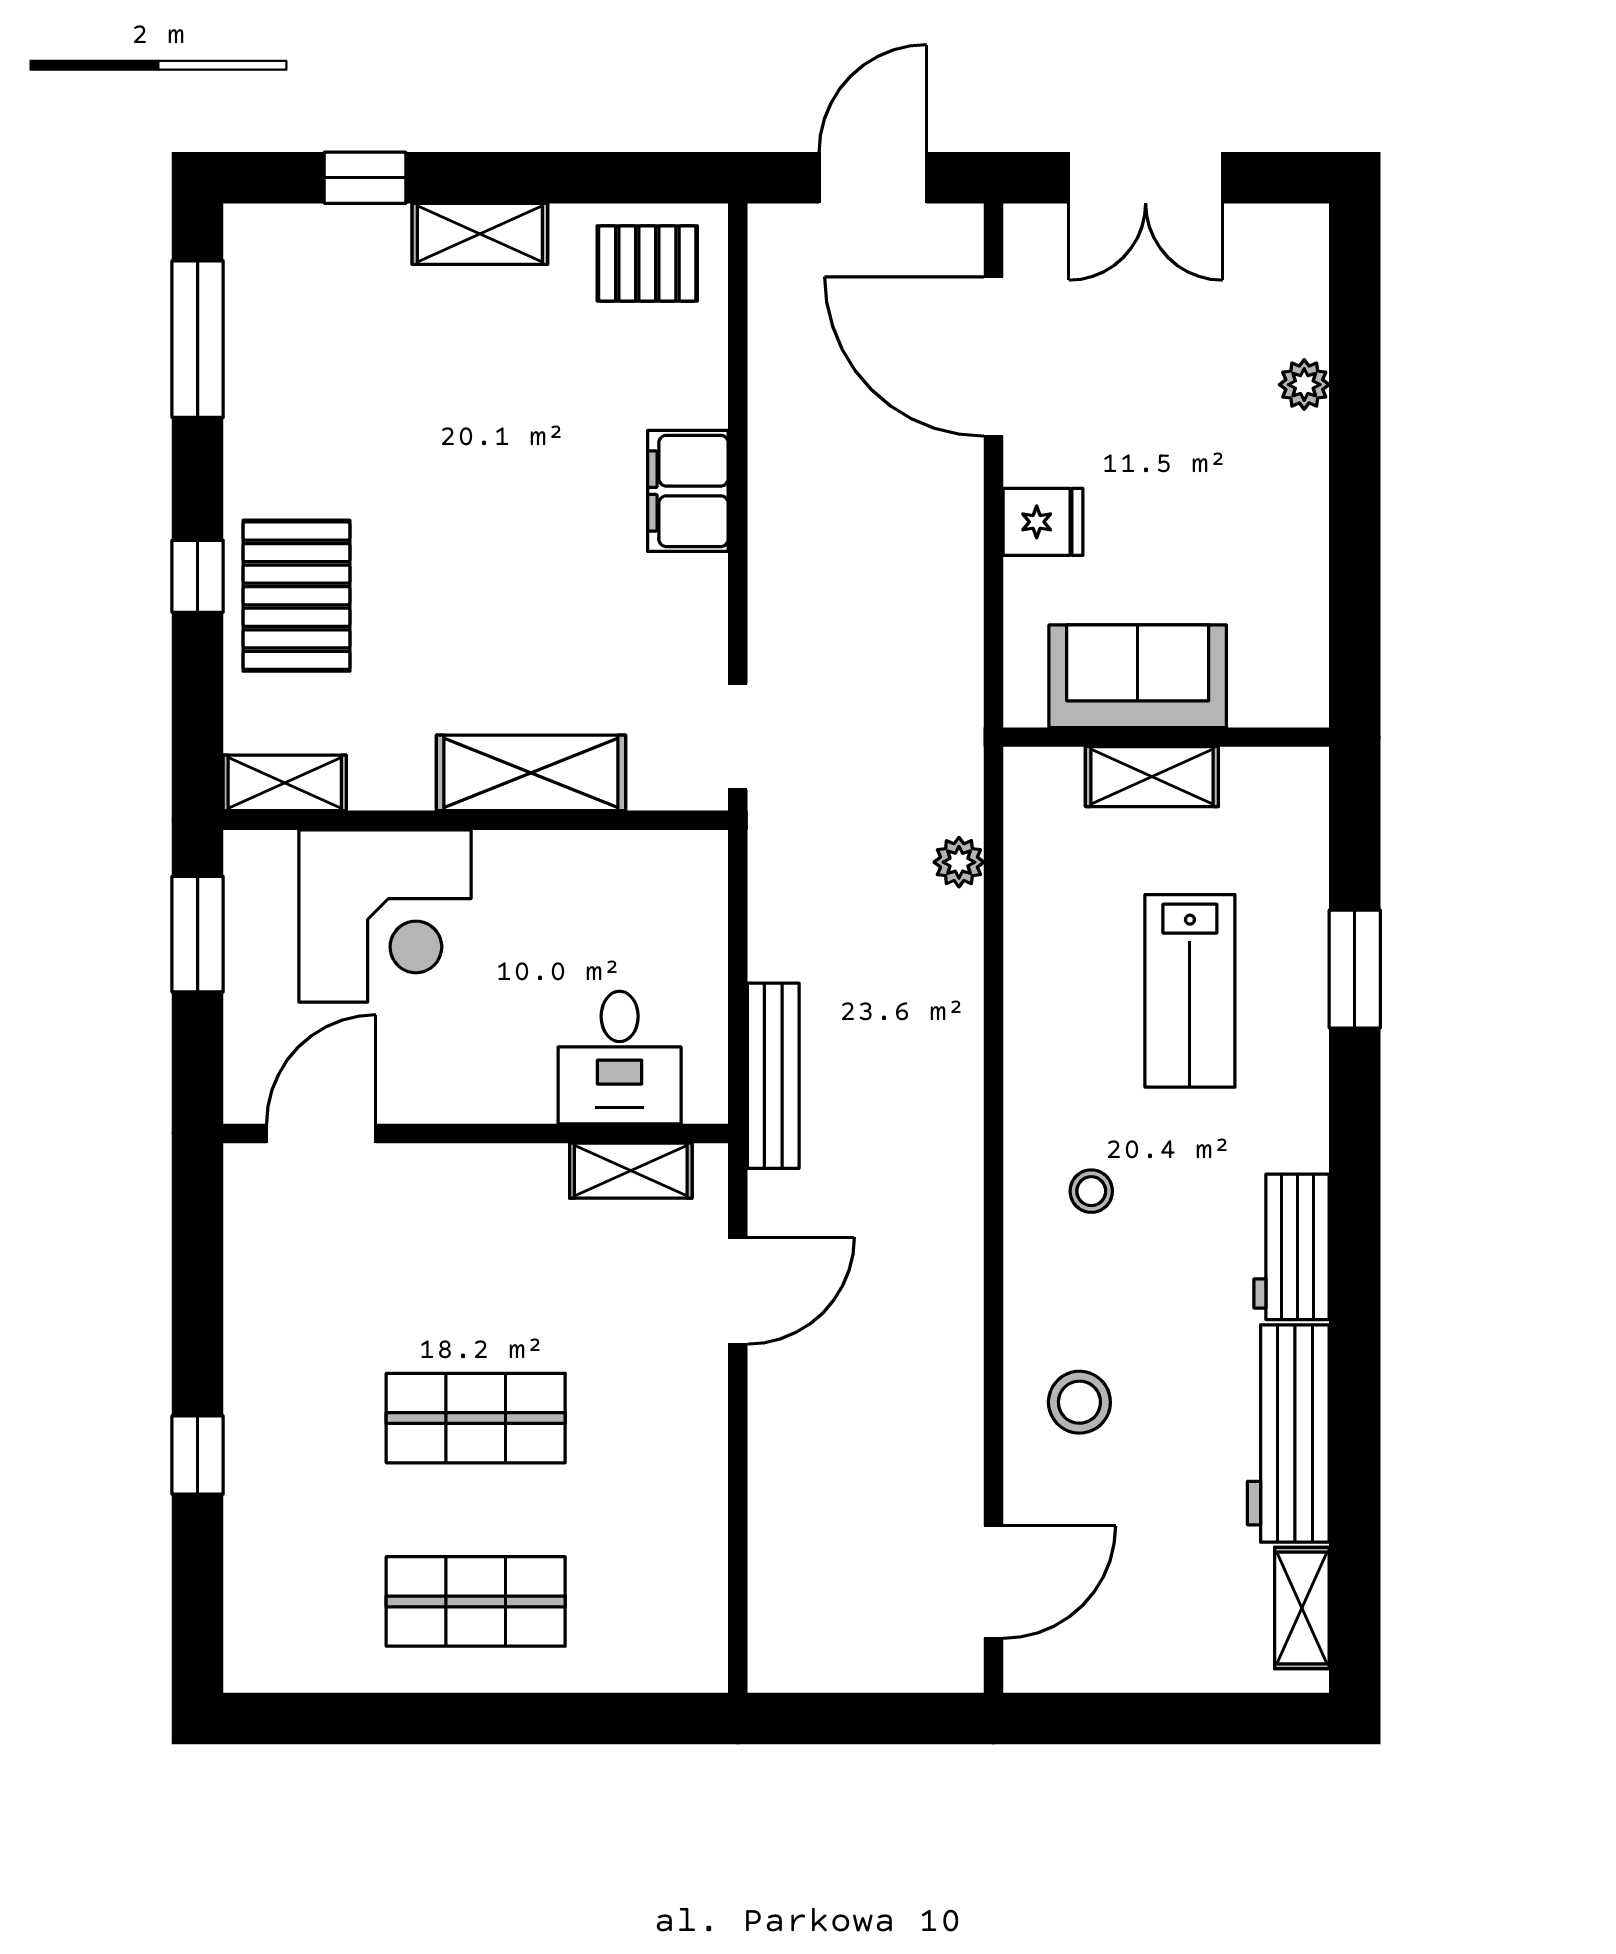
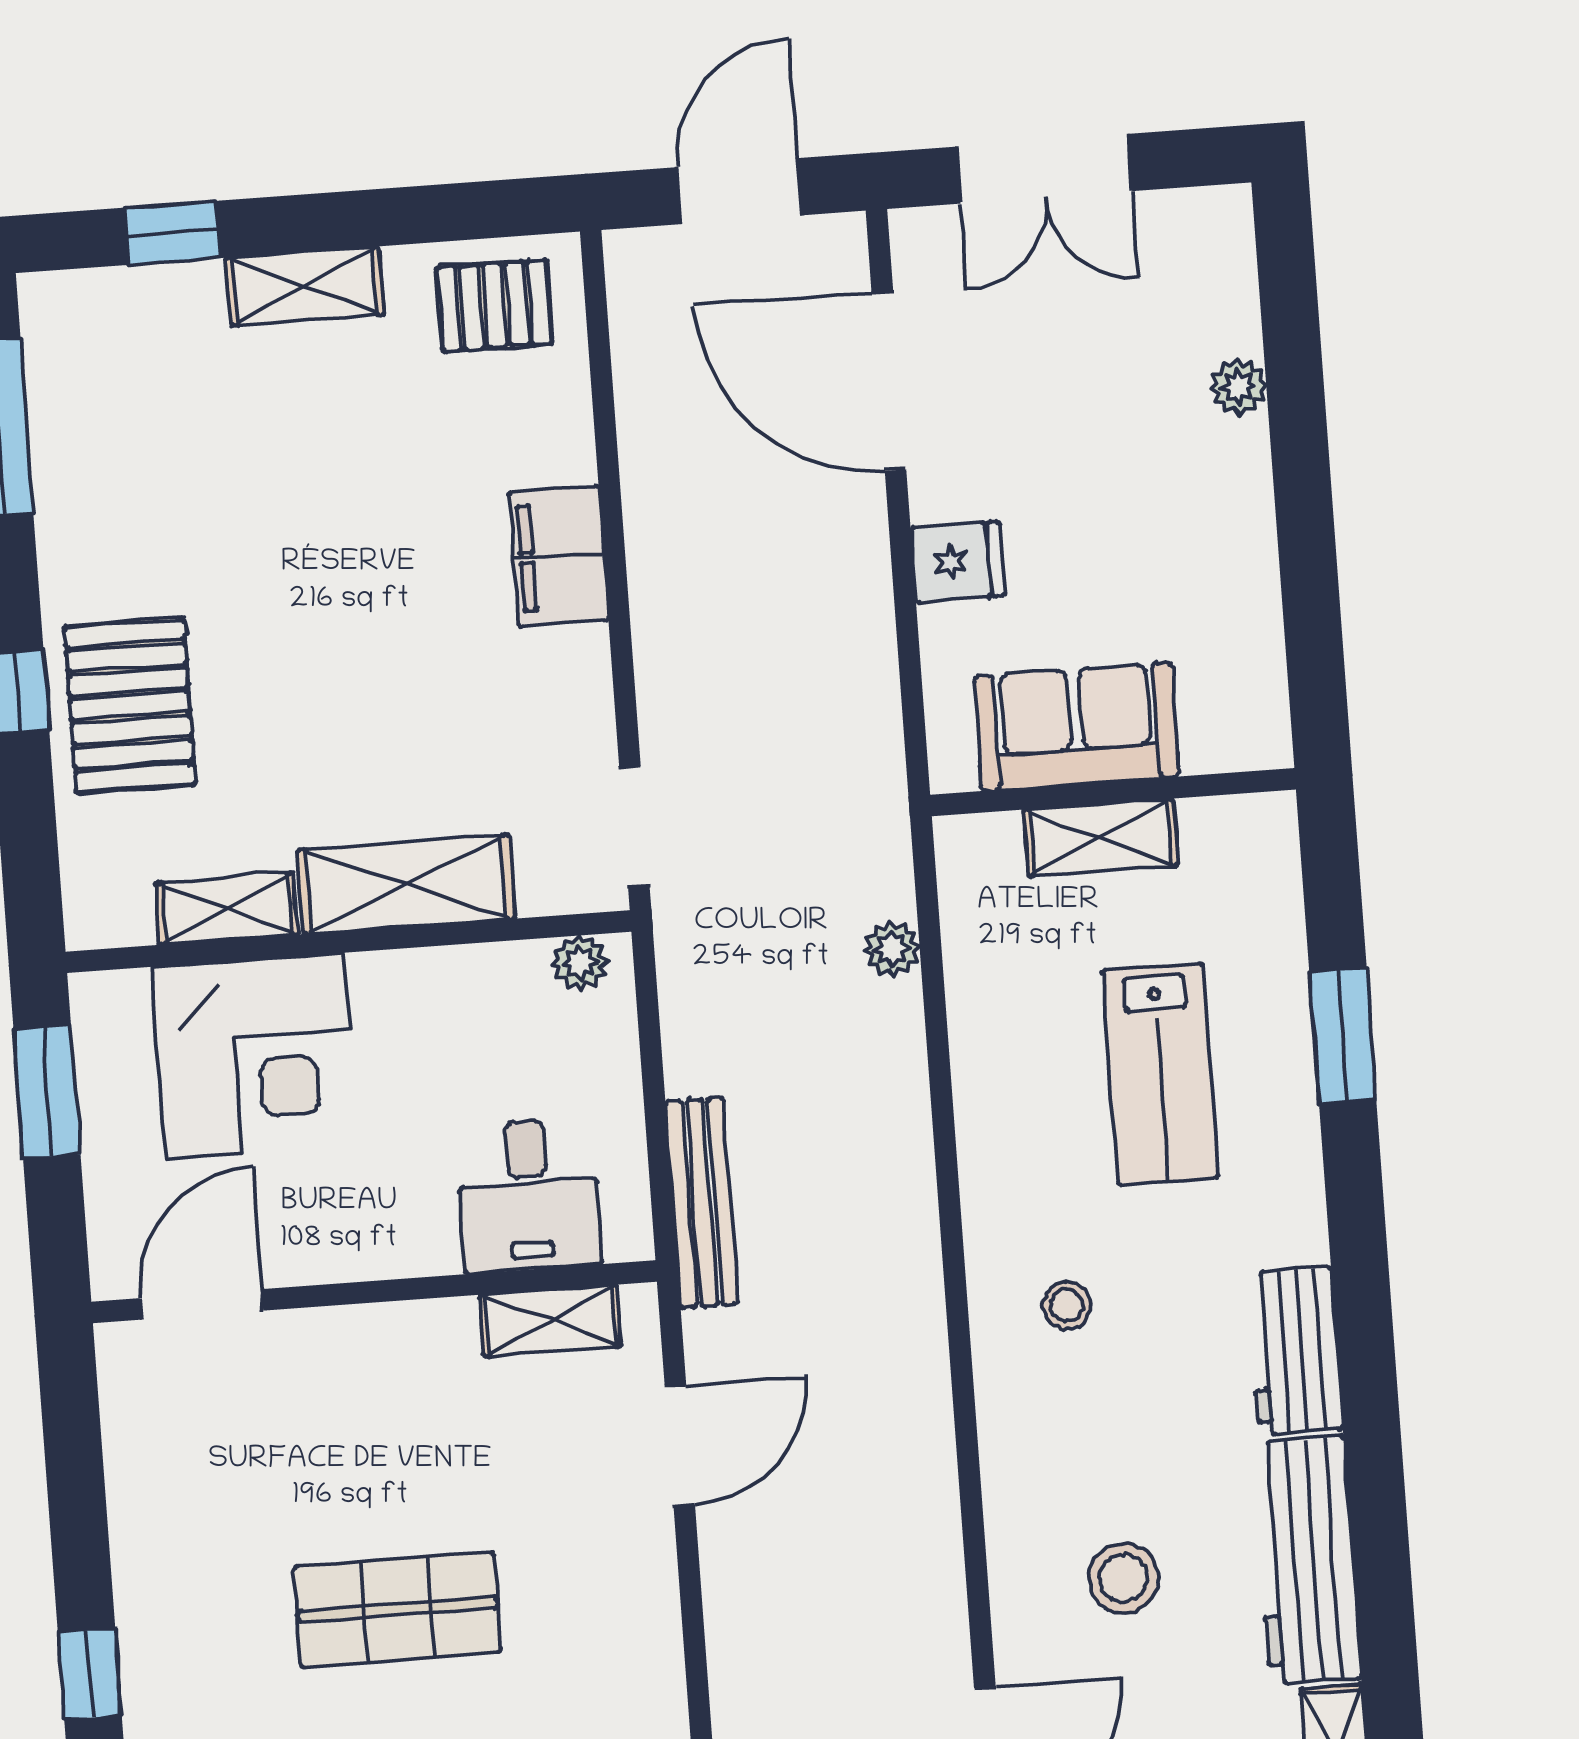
shelving: (285, 783) -> (227, 909), moved
plant: (680, 854) -> (580, 963), added
stool: (1079, 1402) -> (1124, 1578), moved

